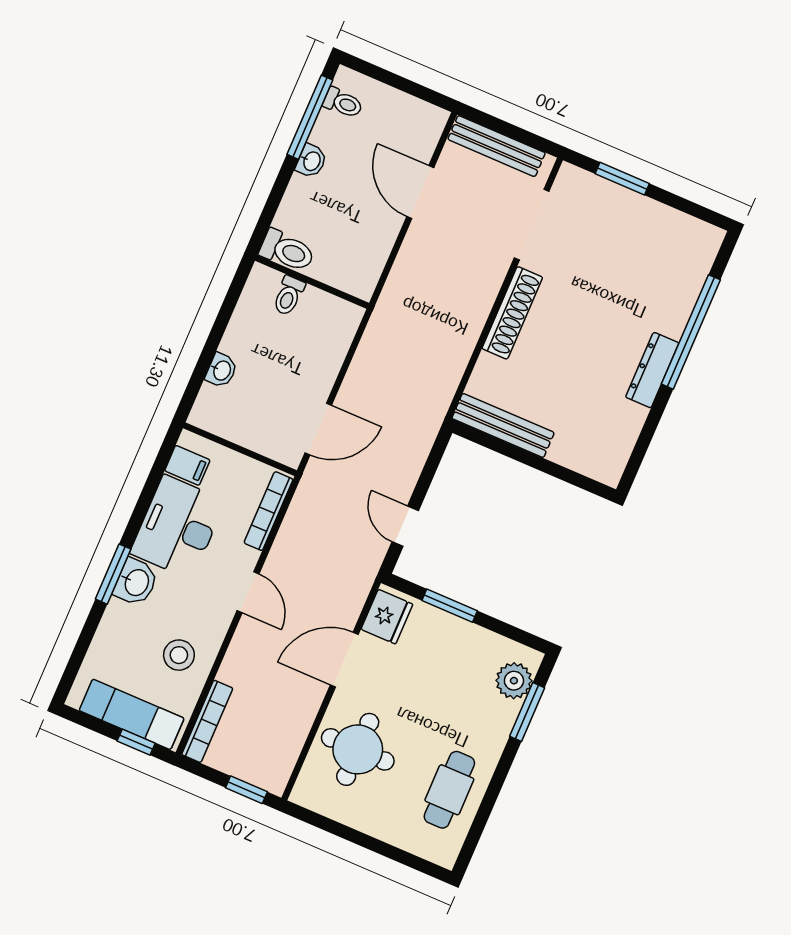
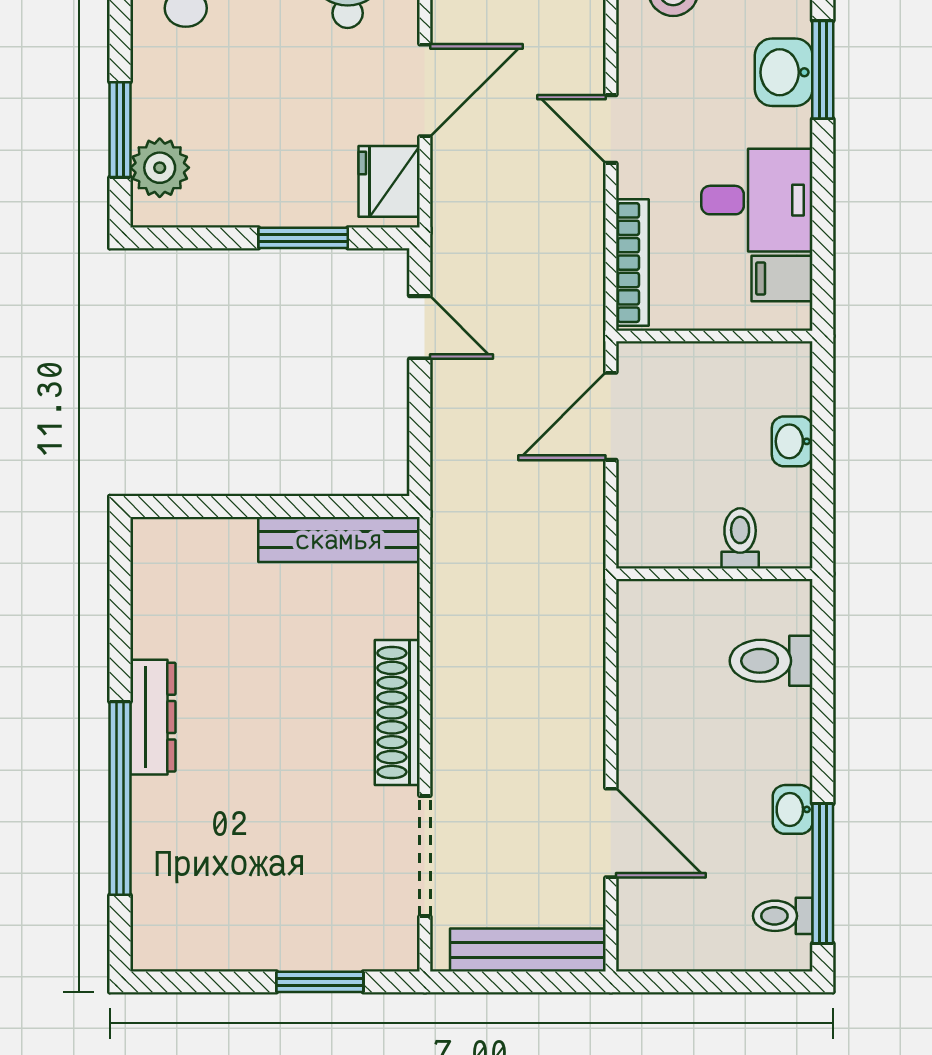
wall: (312, 282) -> (714, 574), moved
toilet: (289, 296) -> (740, 538), moved
desk: (178, 527) -> (757, 200), width x0.73

